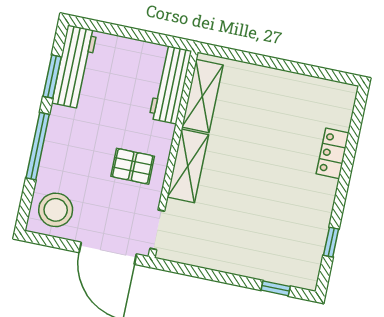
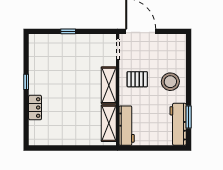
window: (38, 146) -> (189, 79), removed
stool: (56, 210) -> (170, 82), moved
window: (331, 242) -> (26, 82), moved
window: (276, 288) -> (68, 31), moved

